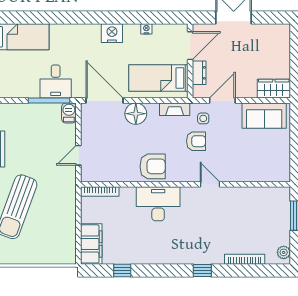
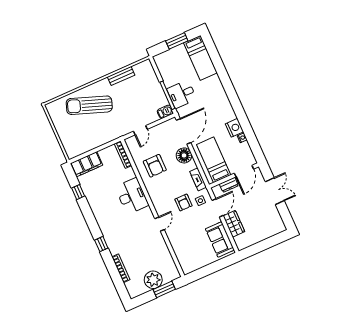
nightstand: (112, 33) -> (234, 128), moved
door: (190, 46) -> (244, 171), hinge flipped
wardrobe: (274, 89) -> (234, 224), moved
door: (222, 101) -> (218, 208), hinge flipped
door: (78, 155) -> (140, 130), swing flipped
armchair: (153, 166) -> (155, 166), moved
plant: (284, 252) -> (153, 280), moved, width x1.88, depth x1.88

